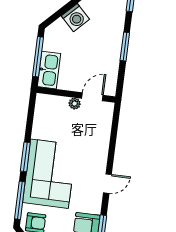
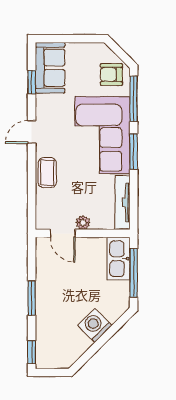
door: (92, 97) -> (63, 233), hinge flipped
tv unit: (40, 116) -> (123, 202), added
coffee table: (99, 148) -> (47, 173), added

